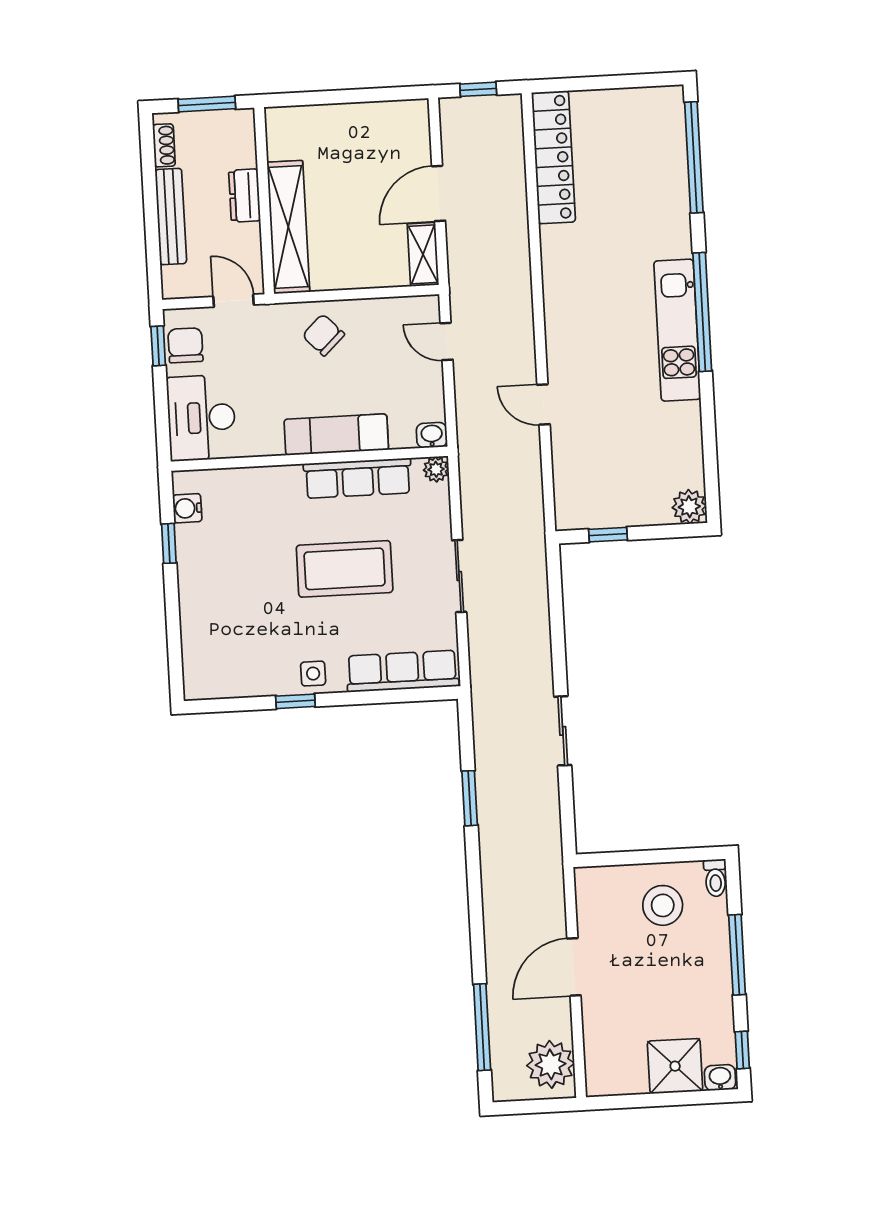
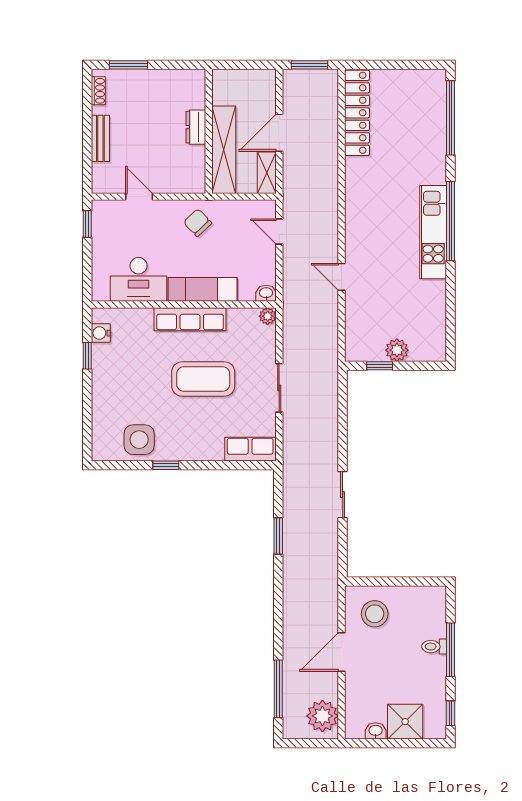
window: (478, 89) -> (309, 65), width x1.50
dresser: (245, 196) -> (196, 127), moved
wall: (264, 201) -> (209, 131), moved
bench: (171, 217) -> (100, 138), width x0.73
shelving: (288, 227) -> (224, 150), moved
chair: (185, 345) -> (105, 225), removed
desk: (201, 418) -> (139, 279), moved, turned -90
row of seats: (358, 478) -> (190, 319), moved
plant: (689, 507) -> (397, 350), moved
row of seats: (402, 671) -> (250, 449), width x0.68
side table: (313, 674) -> (139, 440), moved, width x1.87, depth x1.87
toilet: (715, 878) -> (434, 647), moved, turned 90
stool: (663, 905) -> (375, 614), moved
washbasin: (720, 1078) -> (376, 731), moved

